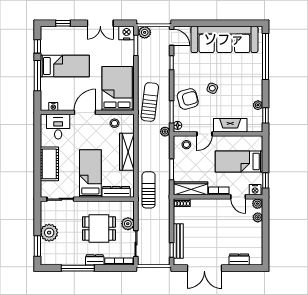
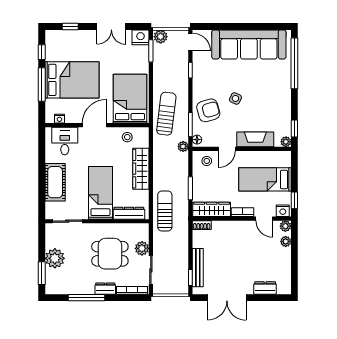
bed: (65, 66) -> (72, 80), width x1.50
plant: (258, 105) -> (286, 142), moved

